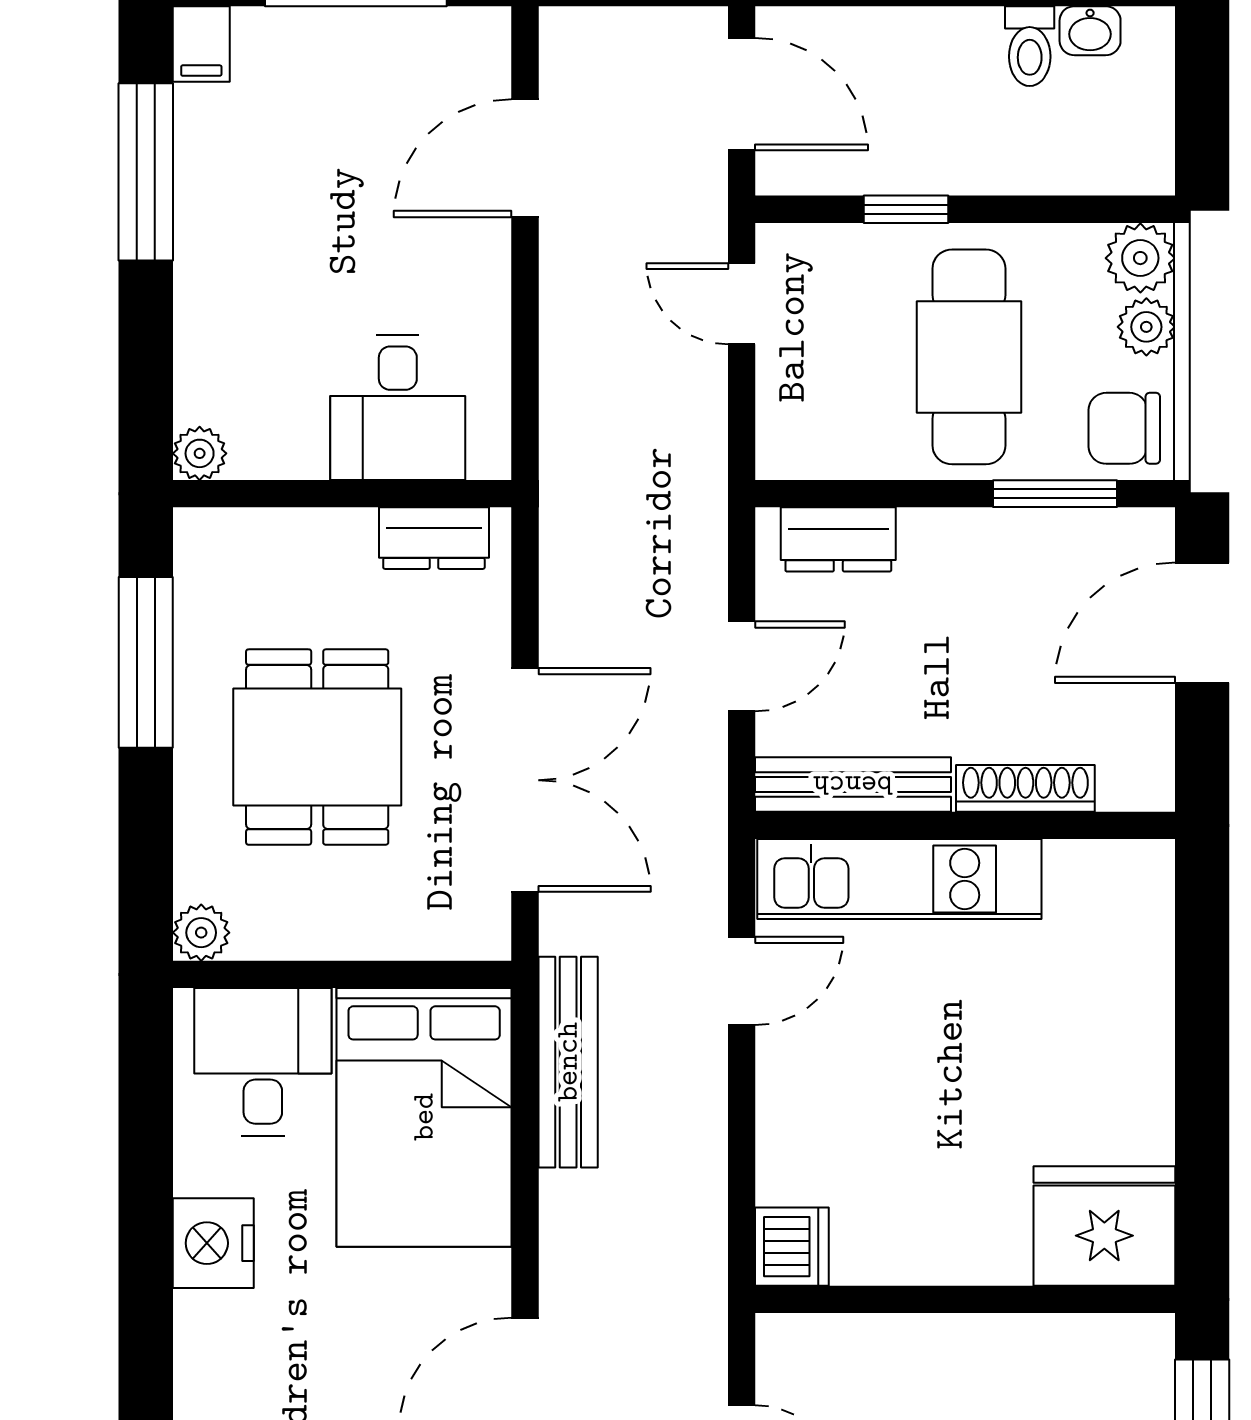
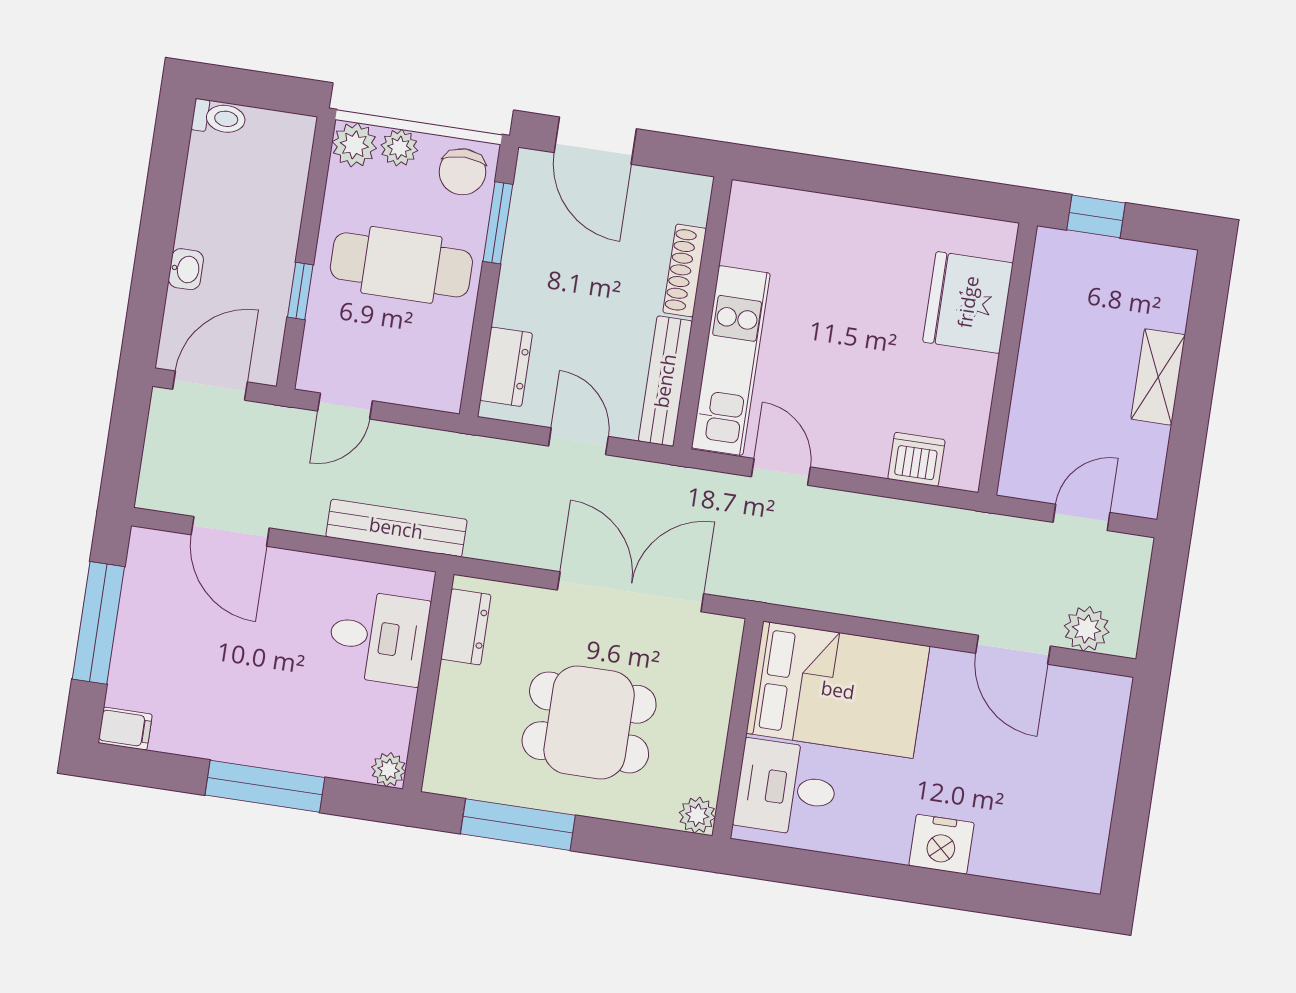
washbasin: (1090, 31) -> (186, 269), moved
toilet: (1030, 46) -> (219, 118), moved
window: (146, 172) -> (265, 786), moved
bench: (568, 1062) -> (396, 528), moved
fridge: (1104, 1226) -> (968, 302), moved
nightstand: (213, 1243) -> (942, 844), moved
dishwasher: (792, 1247) -> (916, 459), moved

